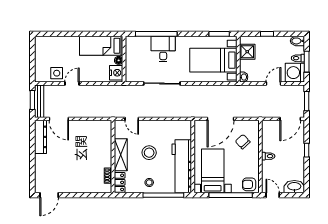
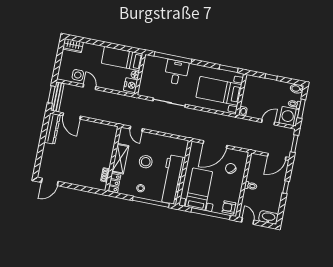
wardrobe: (45, 42) -> (73, 46), added
shower: (247, 52) -> (250, 89), removed
door: (72, 83) -> (89, 87), hinge flipped

